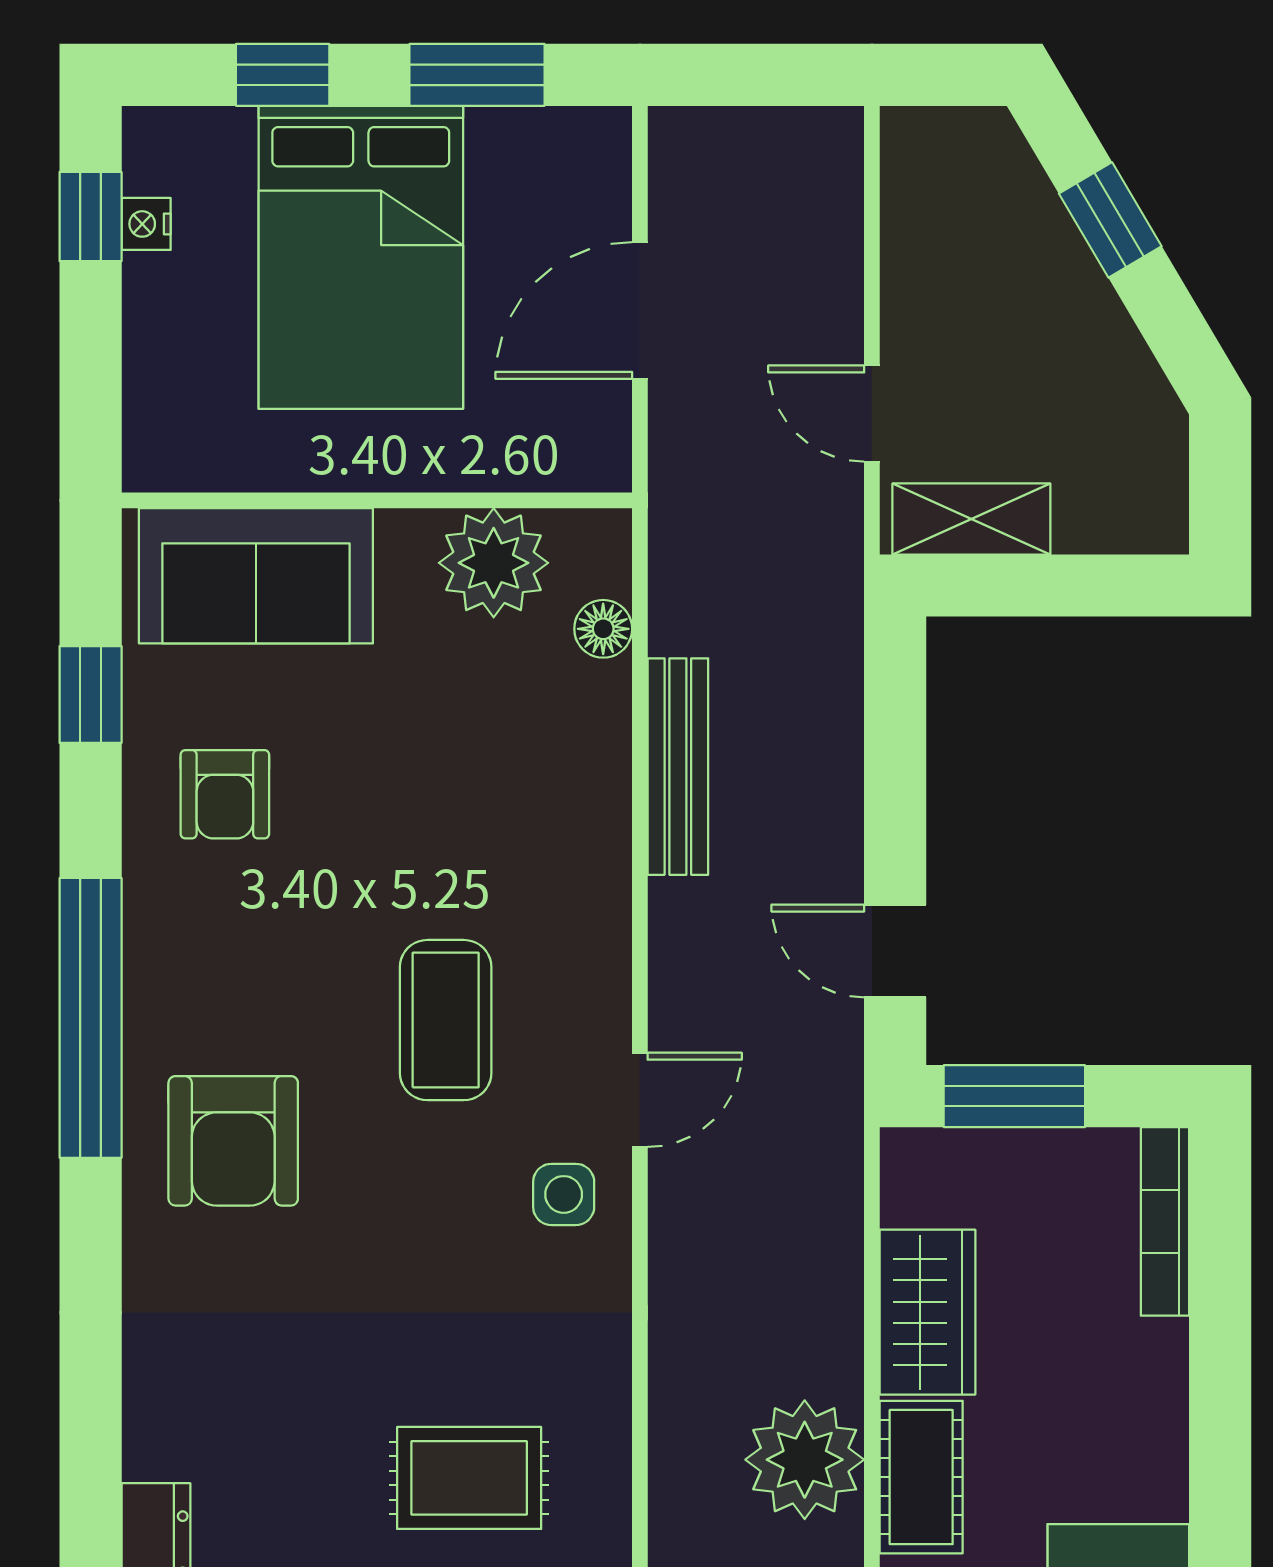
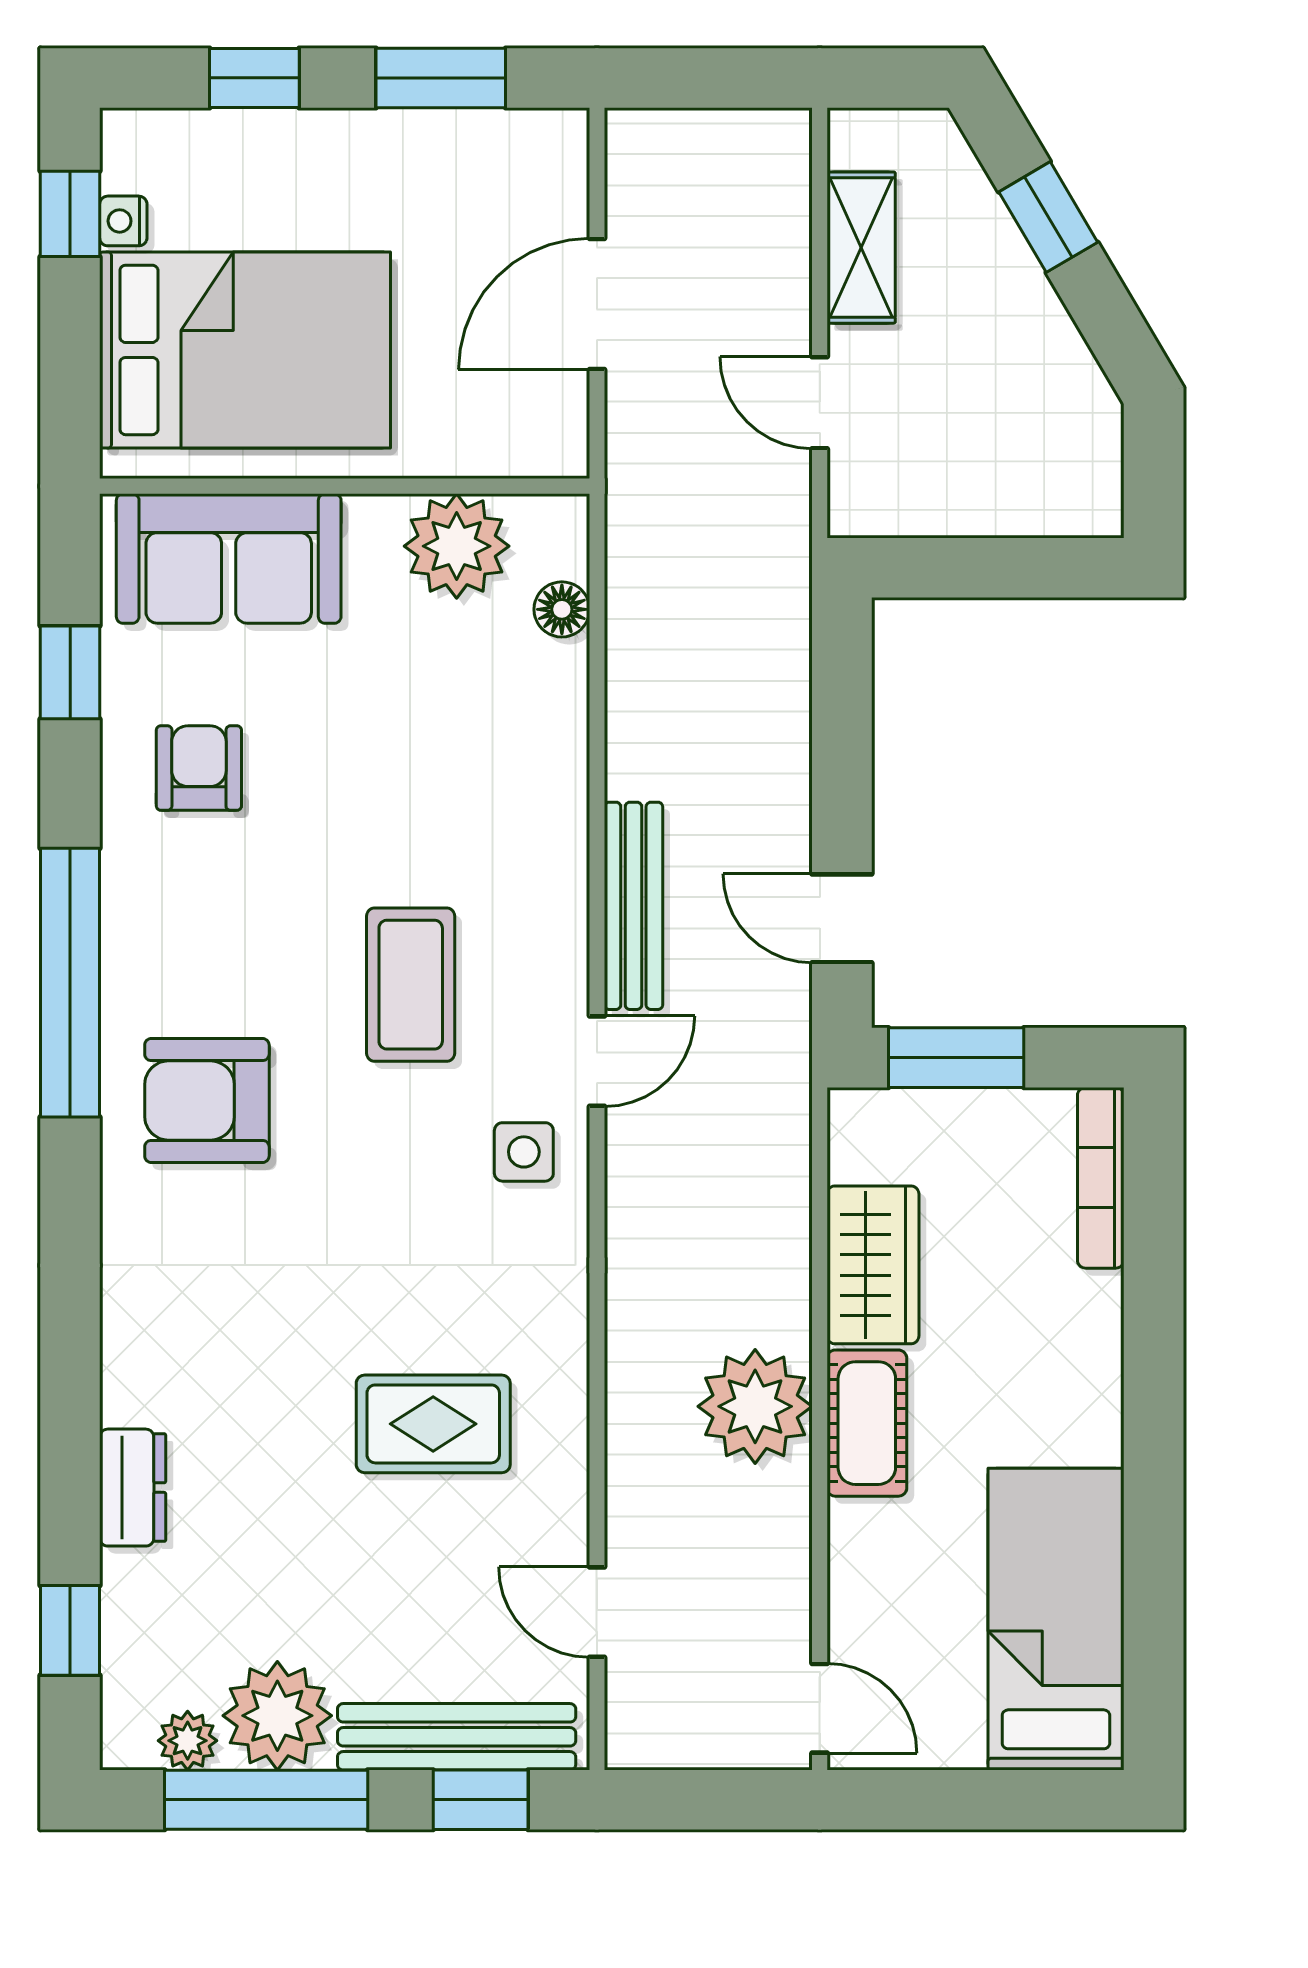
bed: (361, 257) -> (245, 350), moved, turned -90
shelving: (971, 519) -> (861, 248), moved, turned 90
bench: (678, 767) -> (633, 906), moved
armchair: (225, 794) -> (199, 768), turned 180
armchair: (233, 1141) -> (207, 1101), turned 90

